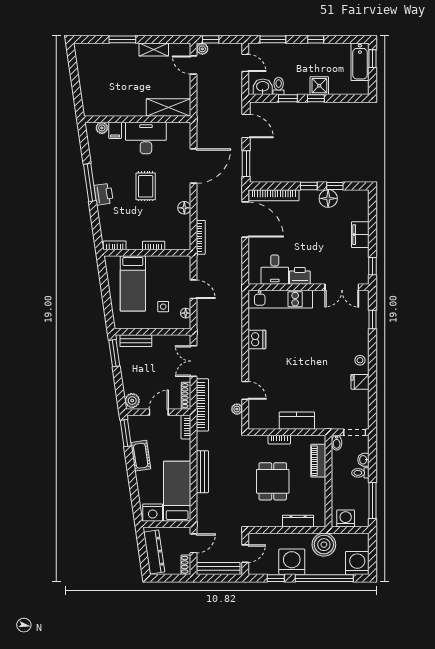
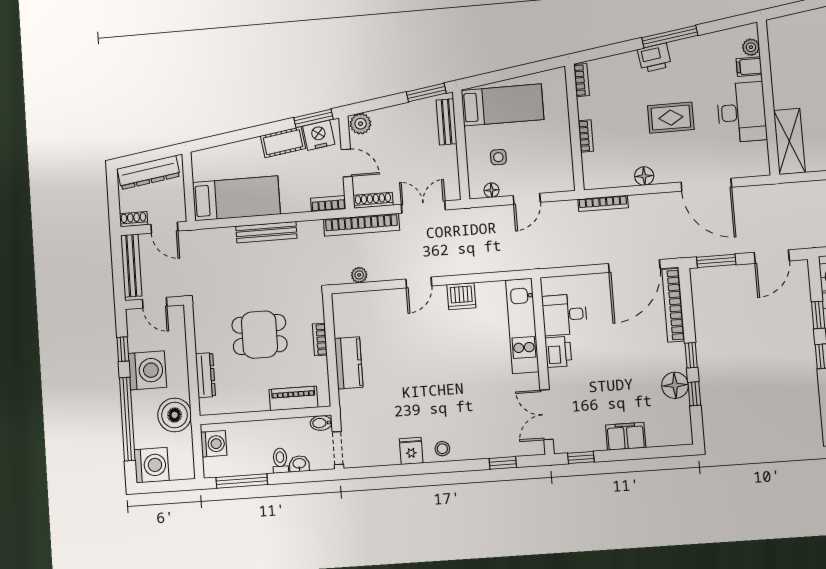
bed: (133, 283) -> (502, 105), moved, turned 180
door: (245, 390) -> (419, 283), moved
nightstand: (153, 513) -> (319, 135), moved, turned 82

